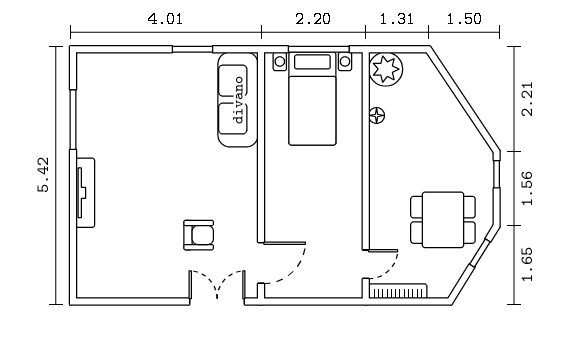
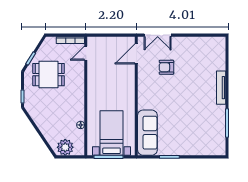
plant: (386, 69) -> (65, 147), moved

